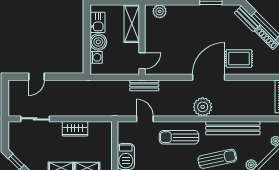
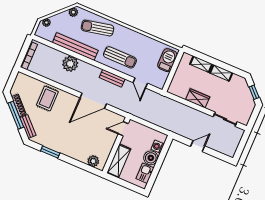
rug: (239, 58) -> (47, 98), turned 90
door: (36, 77) -> (198, 146), moved
door: (209, 77) -> (93, 101), moved
bench: (144, 85) -> (112, 78), moved
plant: (203, 107) -> (70, 64), moved

